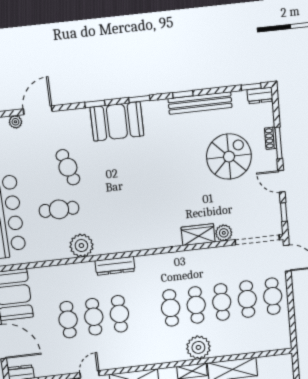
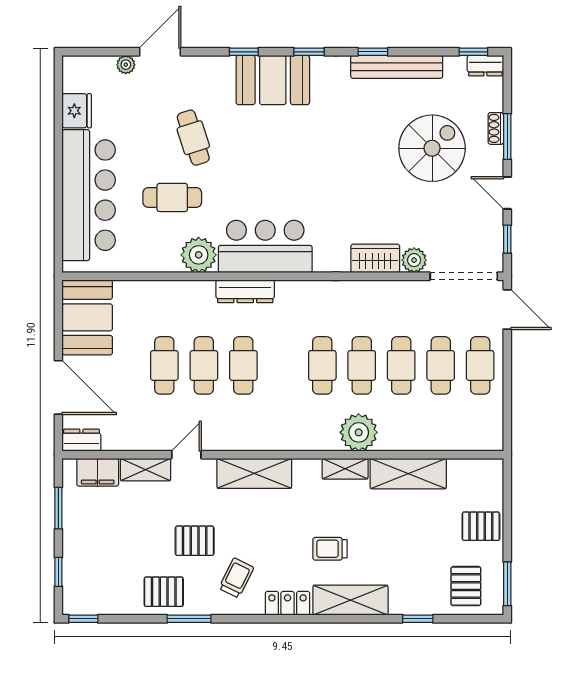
bar counter: (125, 235) -> (265, 246), added

